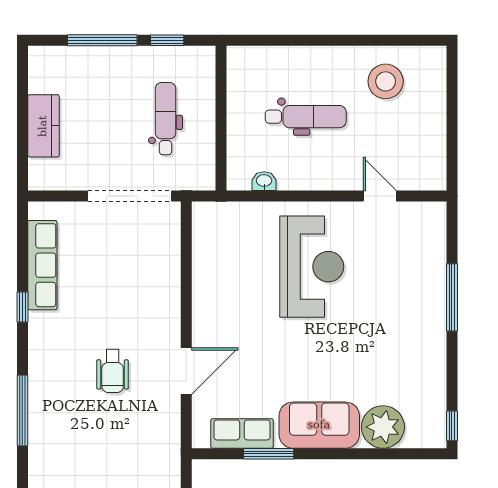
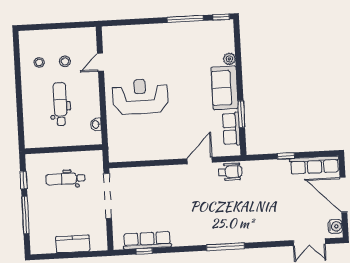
stool: (386, 81) -> (39, 62), width x0.53, depth x0.53
stool: (385, 130) -> (65, 61), added
window: (452, 297) -> (185, 19), moved
window: (22, 307) -> (144, 251), moved
wheelchair: (113, 371) -> (230, 172), moved
door: (186, 371) -> (200, 160), hinge flipped
plant: (383, 427) -> (229, 59), width x0.53, depth x0.53

